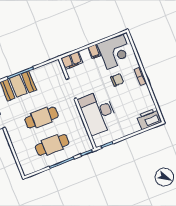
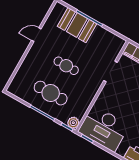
desk: (98, 113) -> (104, 128), moved, turned -90
cafe table: (41, 118) -> (66, 66), width x0.73, depth x0.74
plant: (87, 146) -> (73, 123), added

